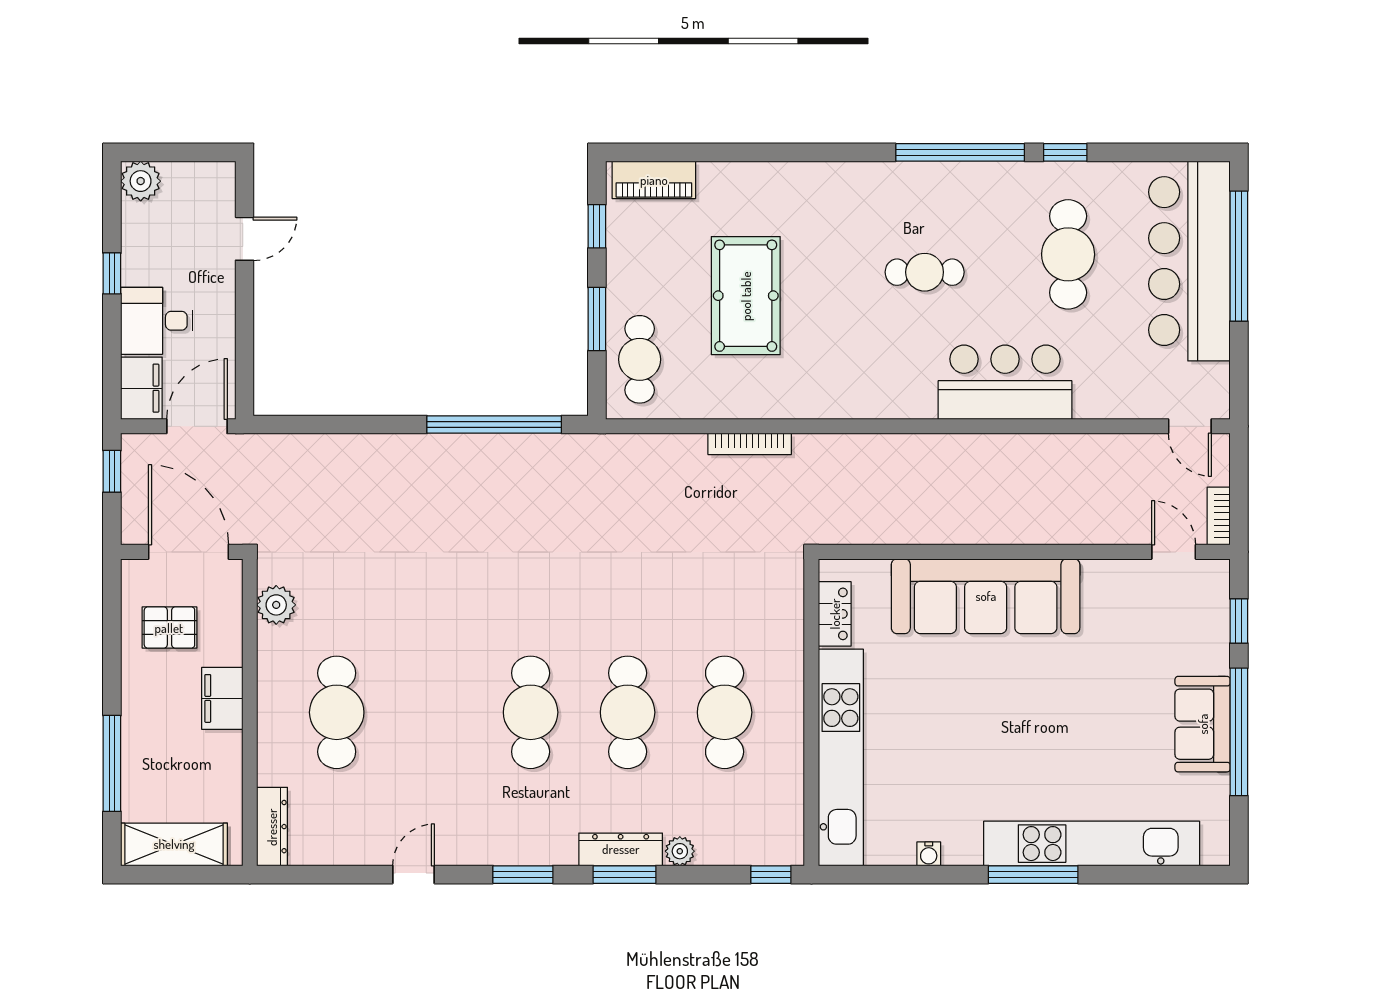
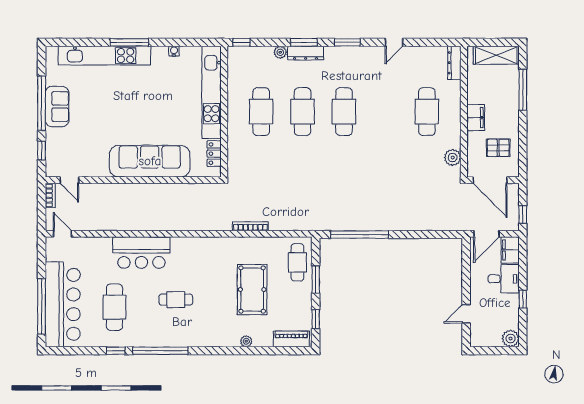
plant: (760, 175) -> (246, 341), added

